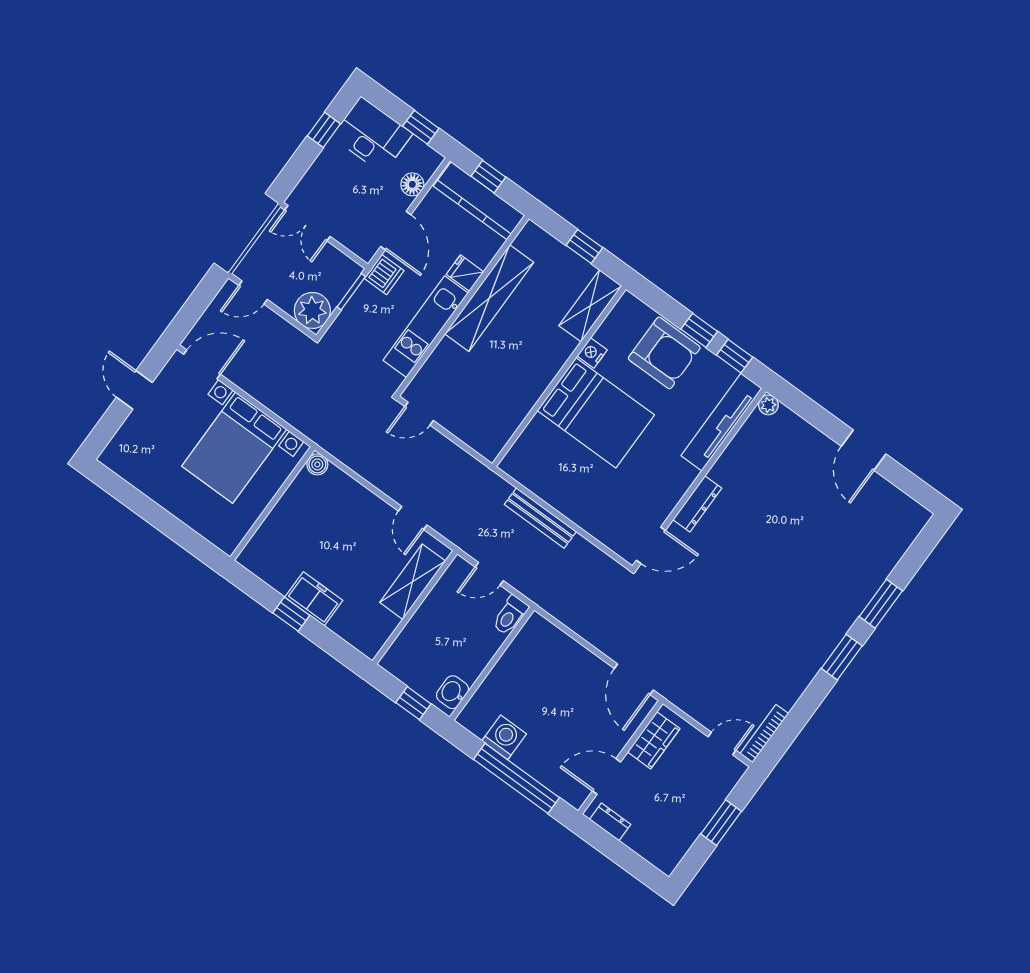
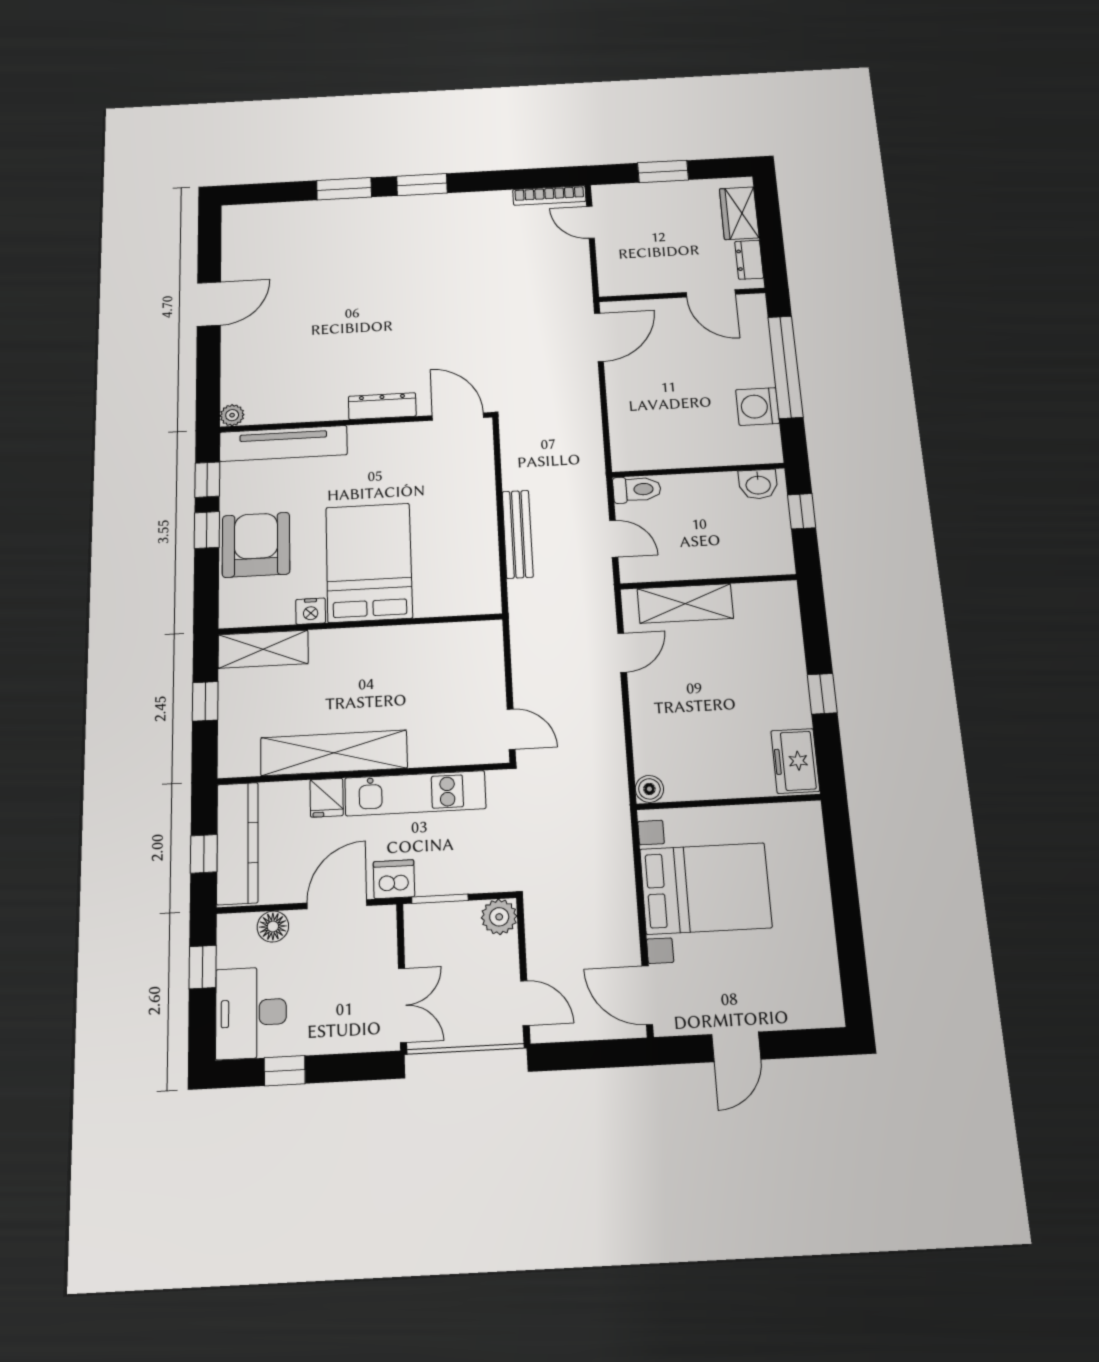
plant: (312, 310) -> (499, 917), width x0.73, depth x0.73
freezer: (314, 599) -> (795, 761), moved
wardrobe: (654, 740) -> (739, 213), moved, turned -90

